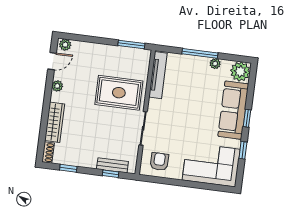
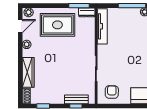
dresser: (140, 55) -> (87, 12), added
rug: (119, 93) -> (57, 25), moved

